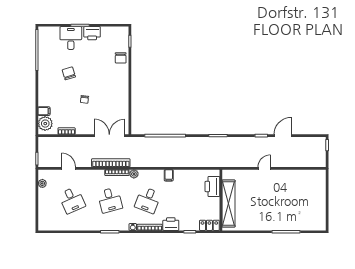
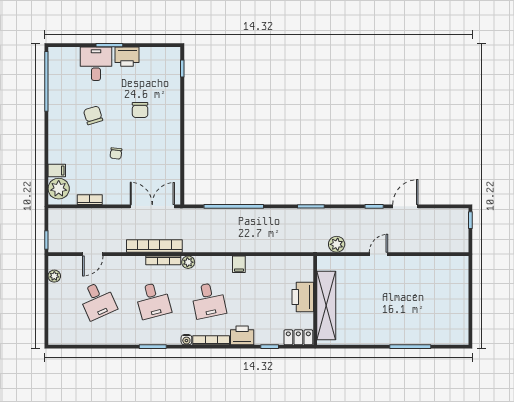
chair: (121, 58) -> (140, 110), moved
plant: (236, 162) -> (337, 244), added
door: (69, 168) -> (93, 254), swing flipped
printer: (212, 186) -> (303, 297), moved
desk: (148, 200) -> (208, 300), turned -33

